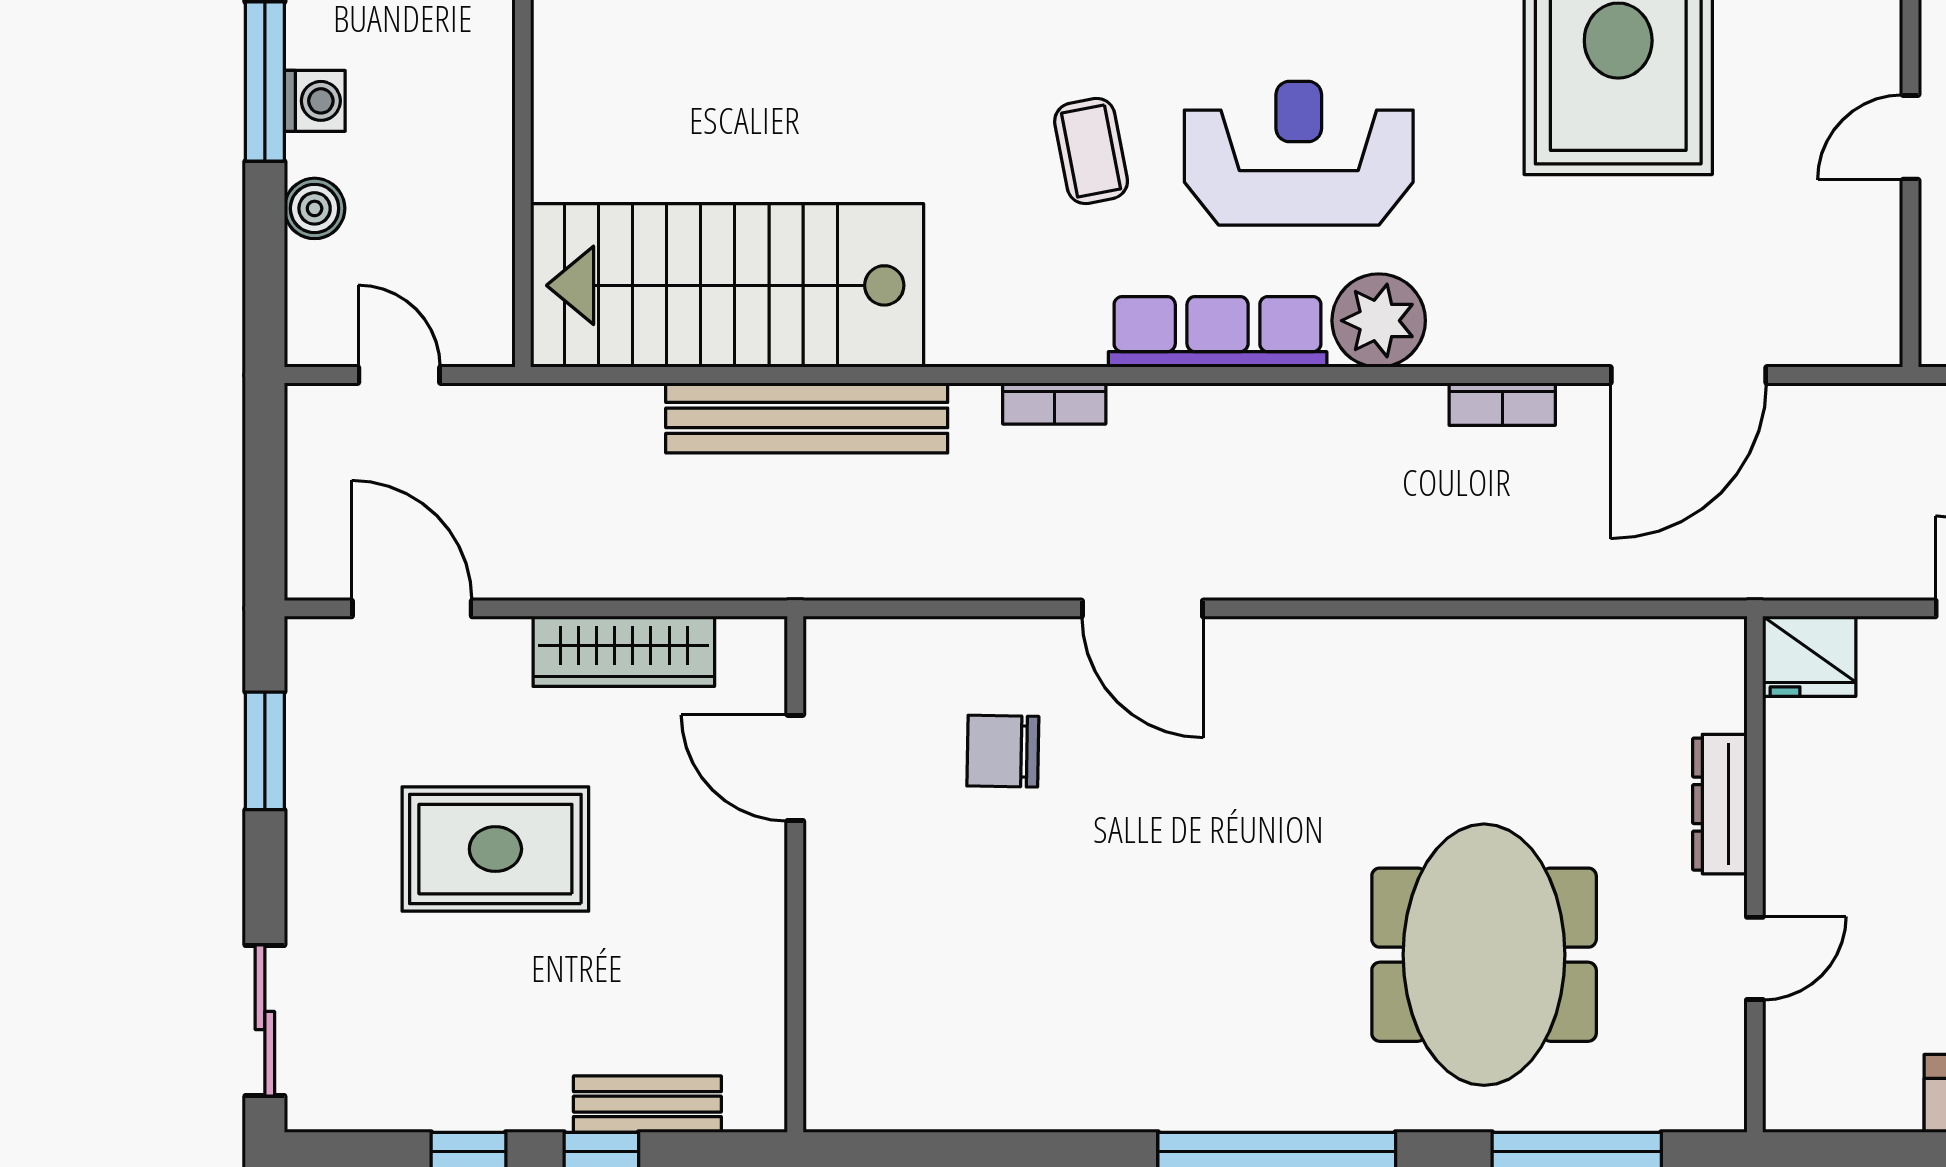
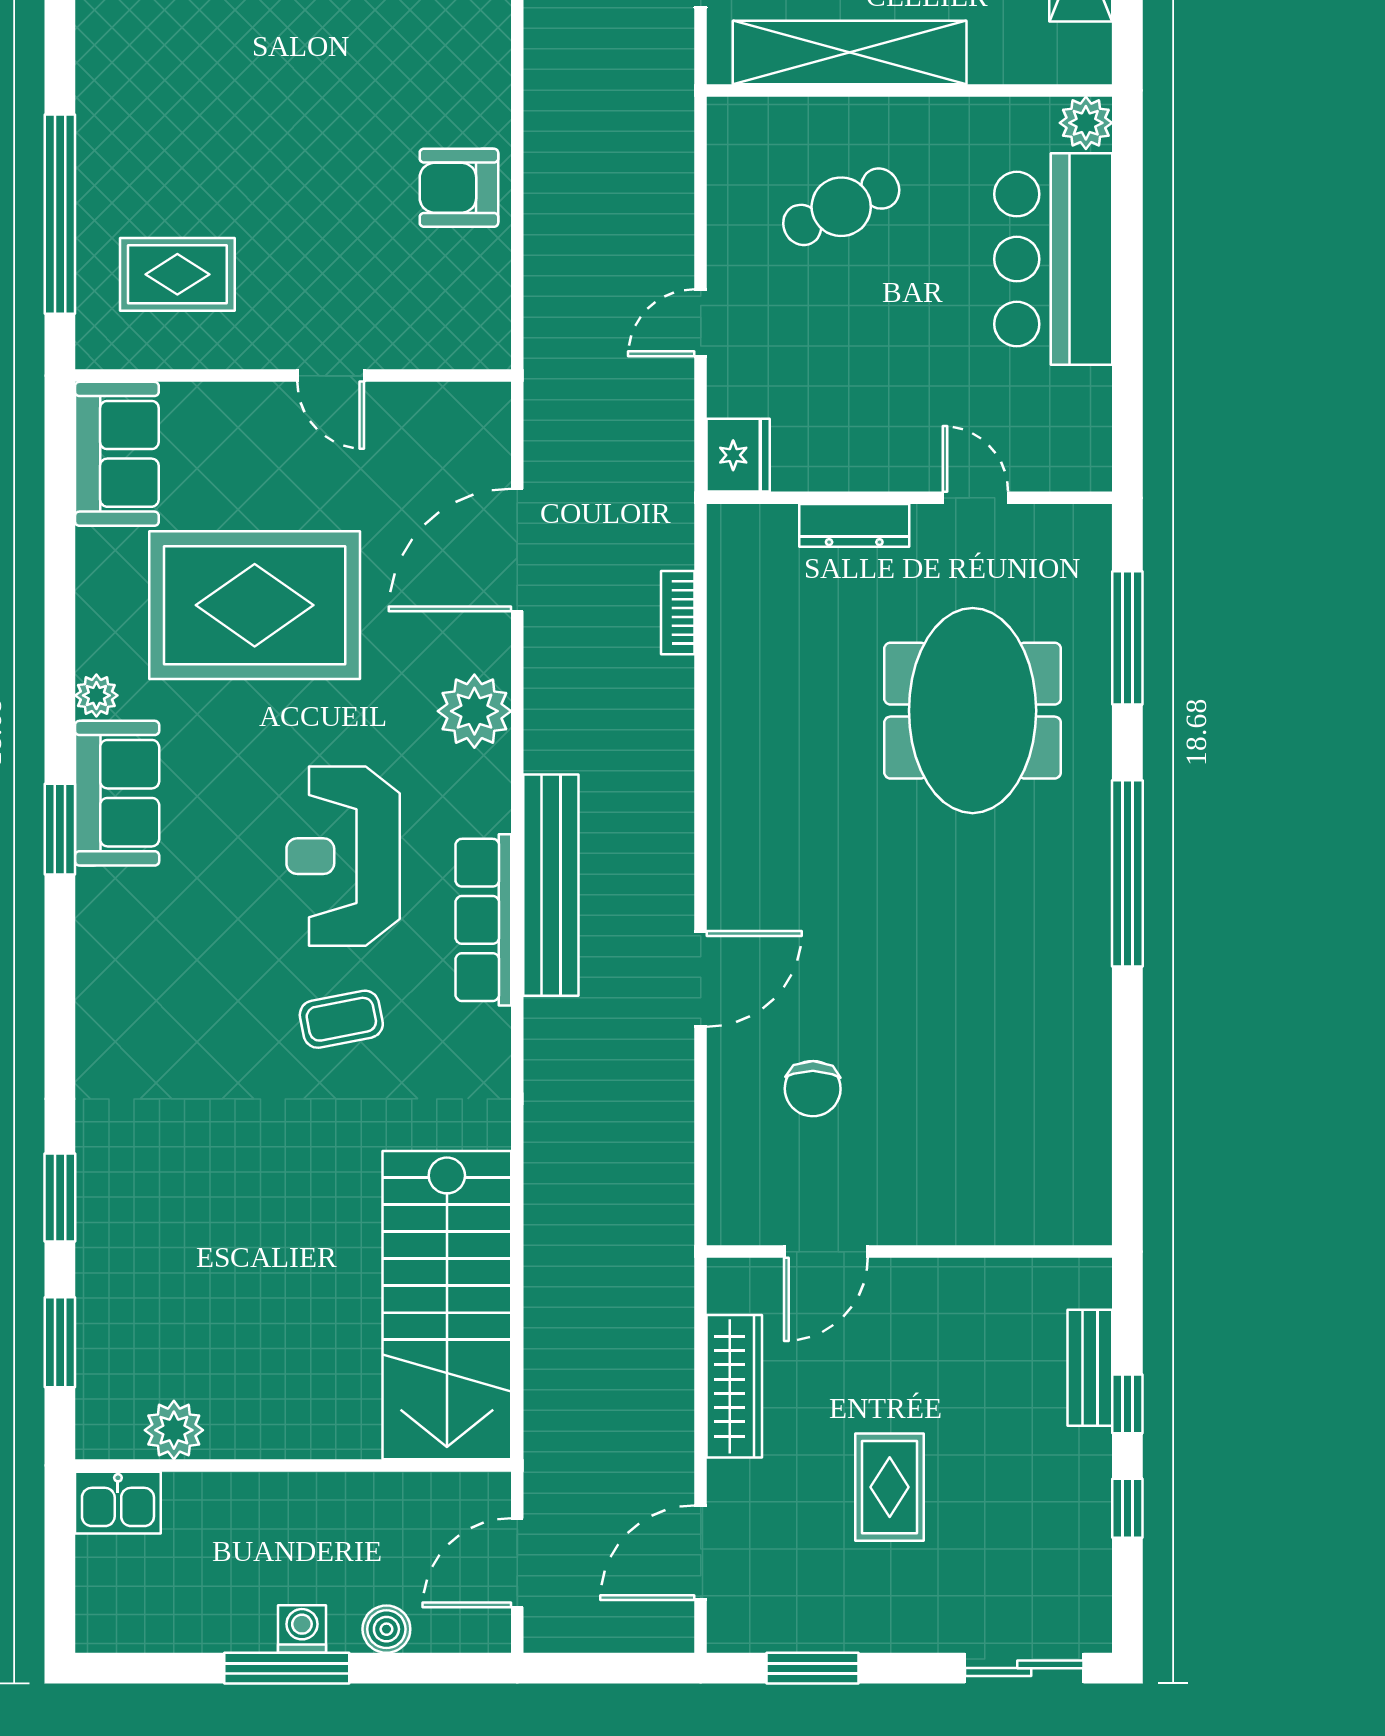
plant: (1379, 321) -> (474, 711), moved
door: (399, 375) -> (517, 1563), width x1.38
door: (1689, 375) -> (517, 550), swing flipped
bookcase: (1054, 403) -> (540, 1048), removed
bookcase: (1502, 404) -> (678, 613), moved, turned 180
bench: (807, 418) -> (551, 885), moved
rug: (495, 849) -> (890, 1487), width x0.73, depth x0.70
meeting table: (1484, 955) -> (973, 711), turned 90

